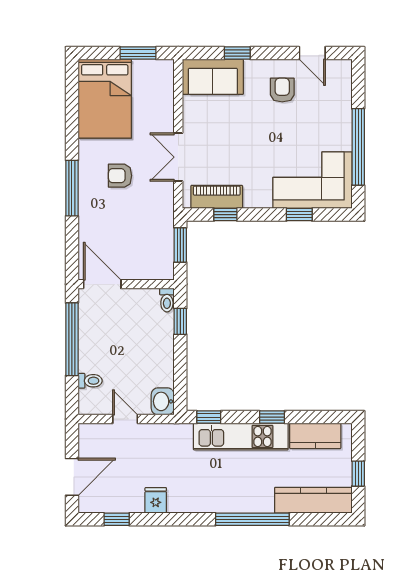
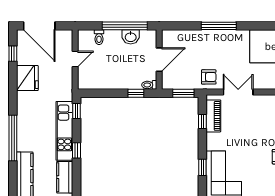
armchair: (120, 176) -> (209, 77), moved, turned 90
door: (102, 284) -> (159, 60), moved
washbasin: (163, 401) -> (131, 37), moved, turned 180
door: (72, 477) -> (39, 26), width x1.36
fridge: (156, 500) -> (27, 78), width x1.88, depth x1.34

